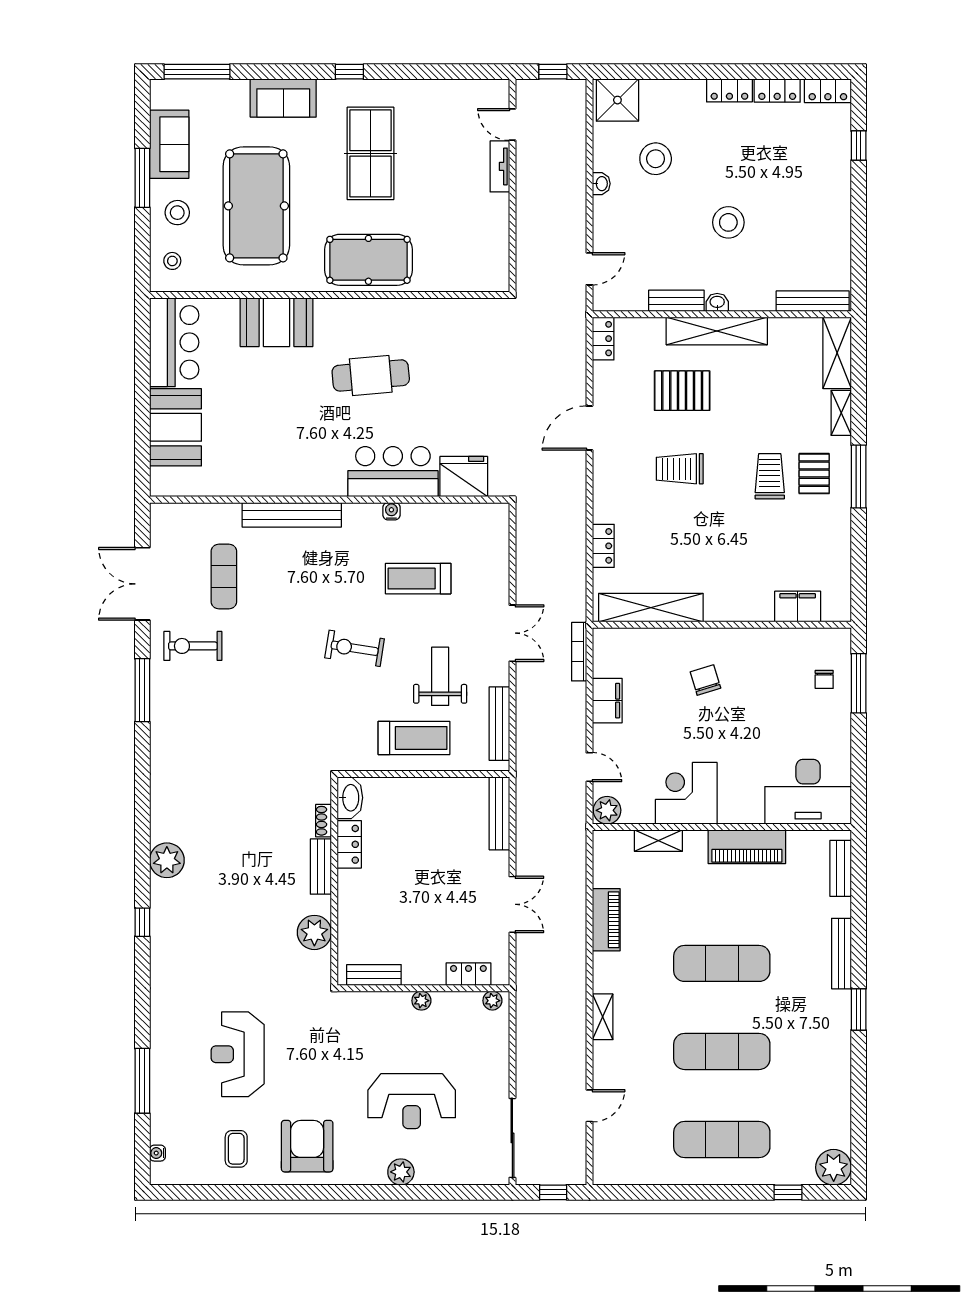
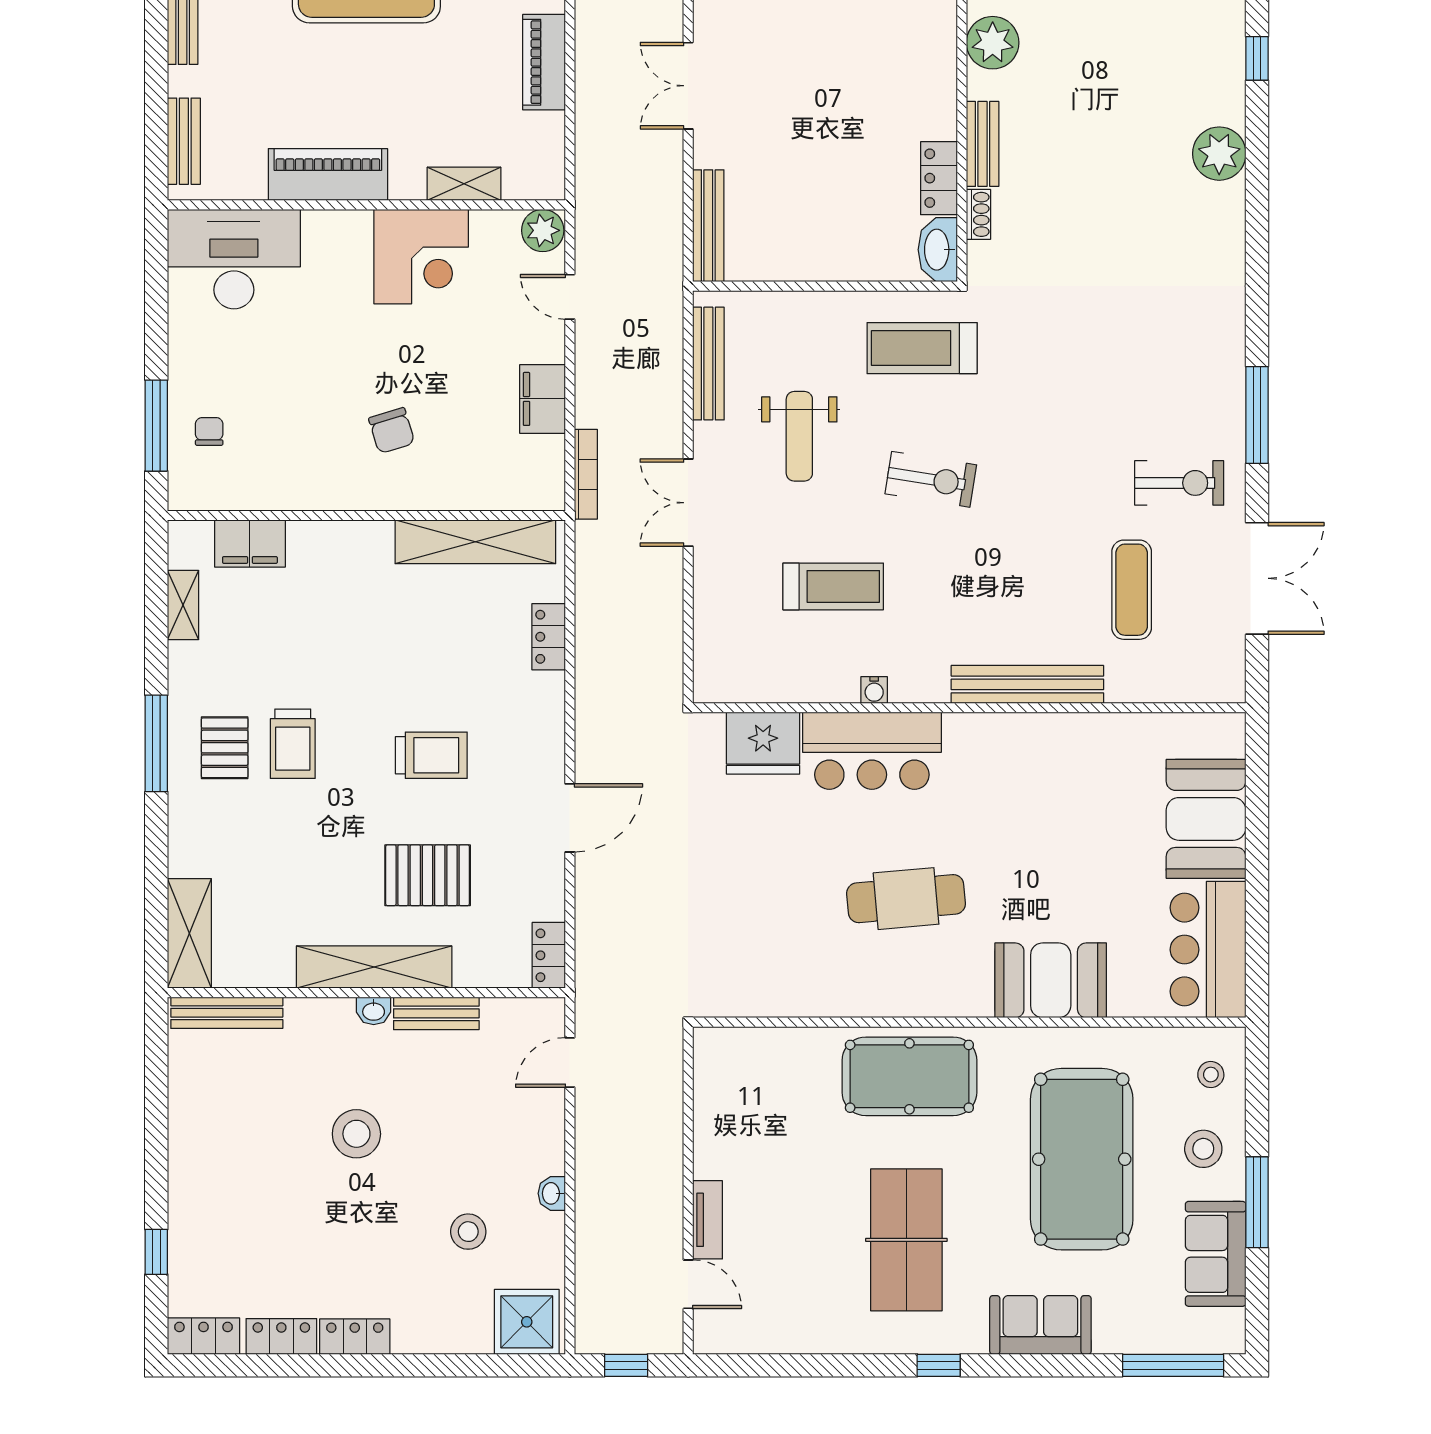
stool: (656, 159) -> (468, 1232), width x0.73, depth x0.73
shelving: (841, 413) -> (183, 605), moved
treadmill: (414, 738) -> (922, 348), moved

